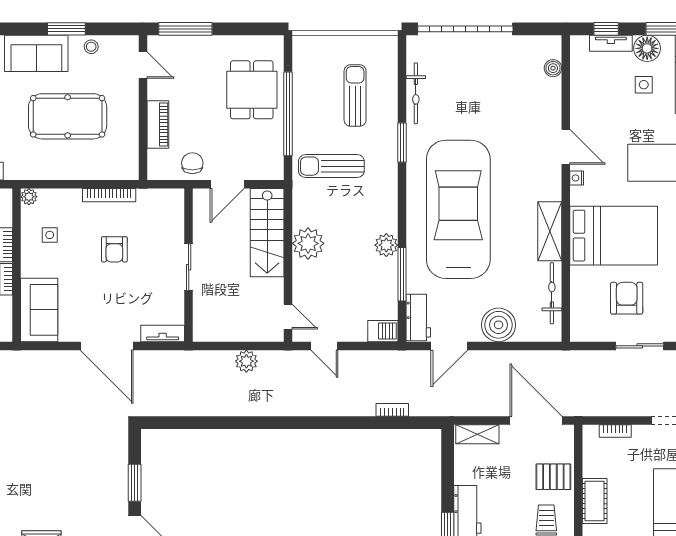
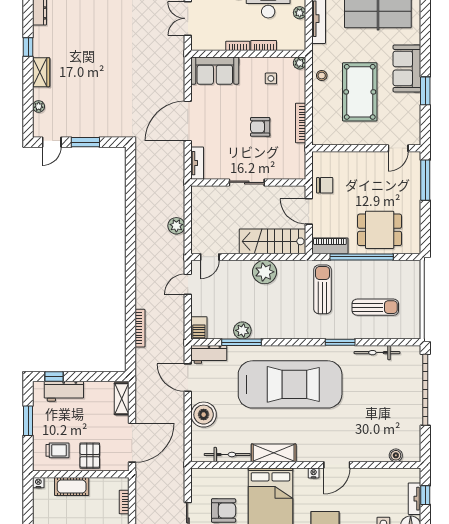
stool: (91, 47) -> (322, 76), moved
piano: (158, 125) -> (330, 246), moved, turned 180
plant: (386, 245) -> (242, 330), moved
bookcase: (392, 410) -> (140, 328), width x1.56

